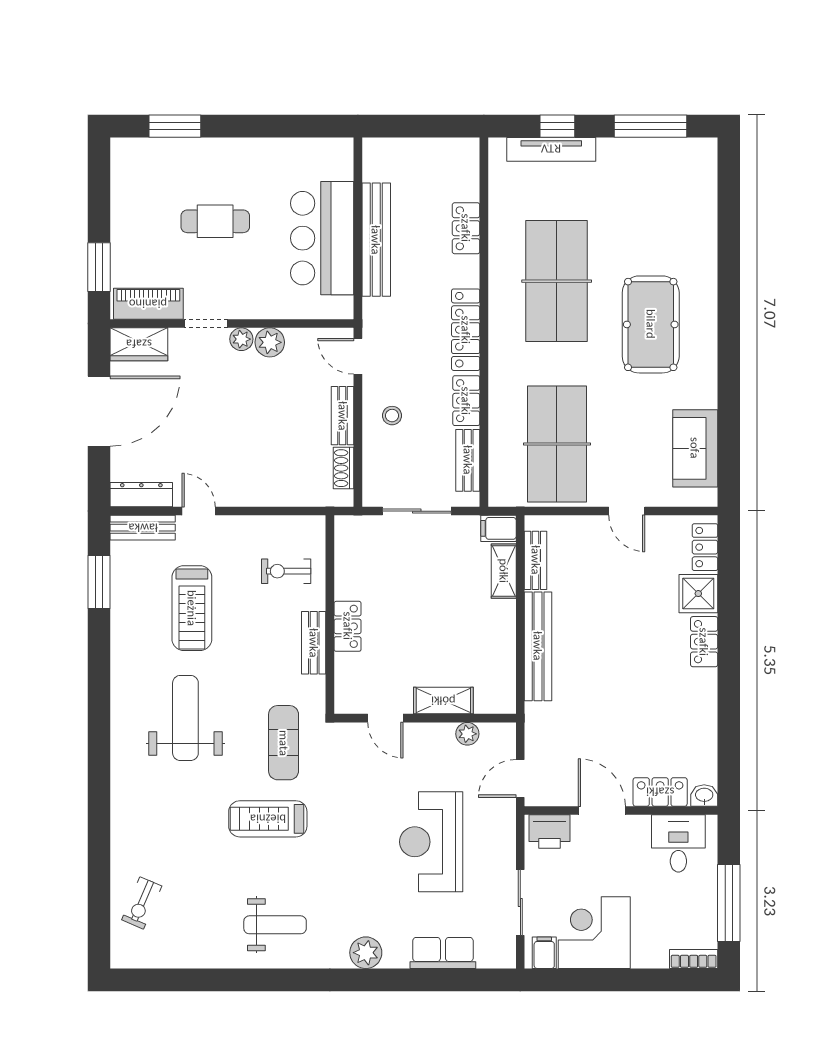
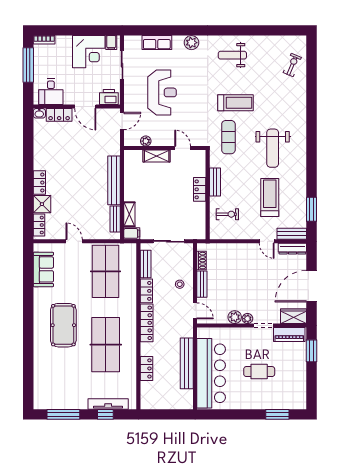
bar counter: (322, 238) -> (211, 373), width x1.36

